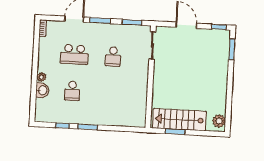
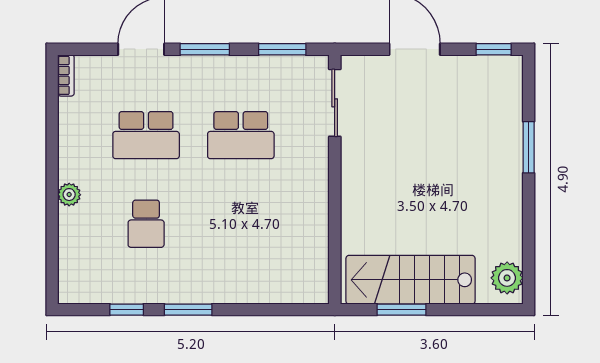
window: (232, 49) -> (529, 147), moved
school desk: (113, 57) -> (241, 135), width x1.85
washbasin: (42, 90) -> (73, 227), removed

